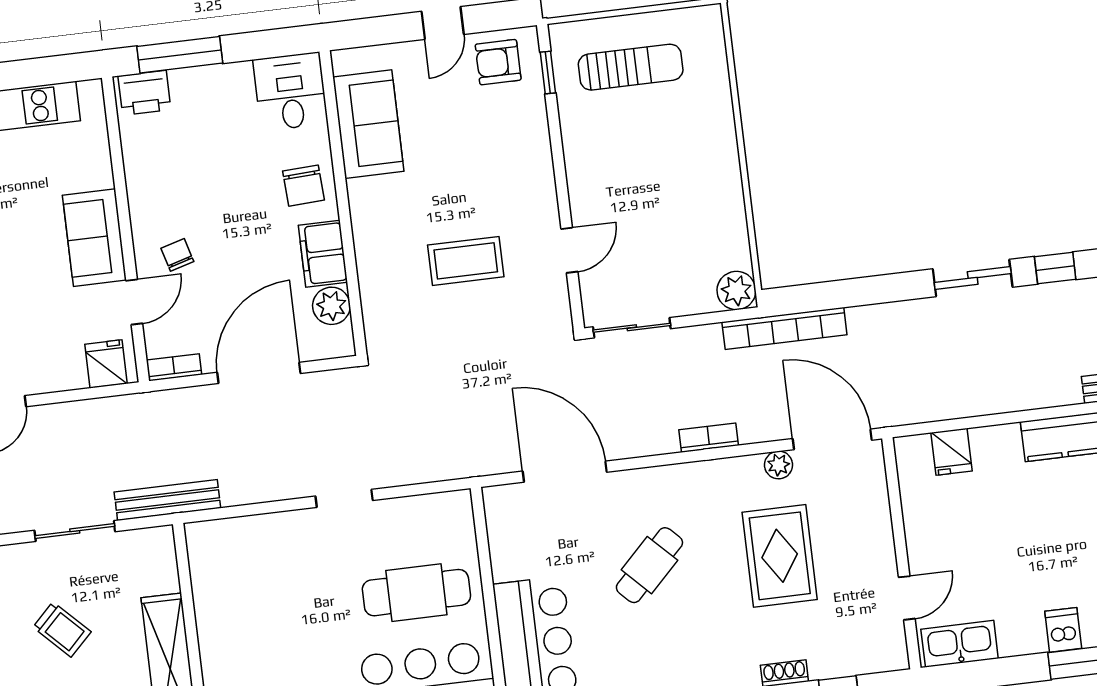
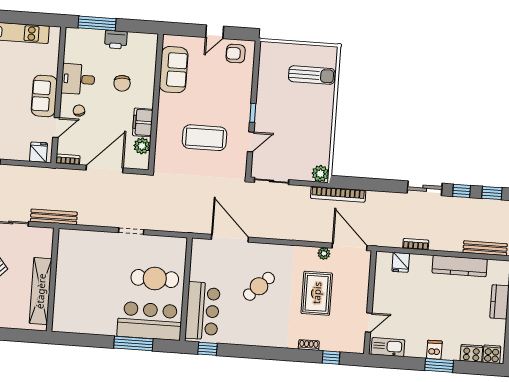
sun lounger: (631, 67) -> (312, 75), moved
window: (548, 73) -> (253, 113), moved
desk: (290, 92) -> (78, 79), moved, turned -90
printer: (144, 93) -> (116, 40), moved
chair: (304, 186) -> (122, 83), moved
coffee table: (466, 261) -> (205, 138), width x1.36, depth x1.32
bookcase: (709, 438) -> (416, 244), moved

